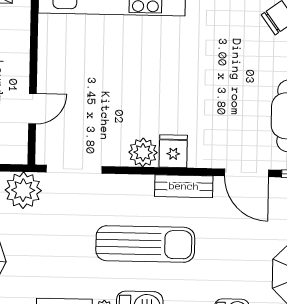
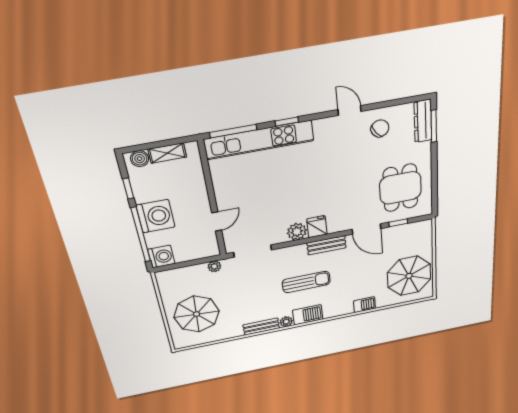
plant: (23, 190) -> (214, 266), width x0.53, depth x0.53
sun lounger: (145, 244) -> (306, 282), width x0.73, depth x0.75

